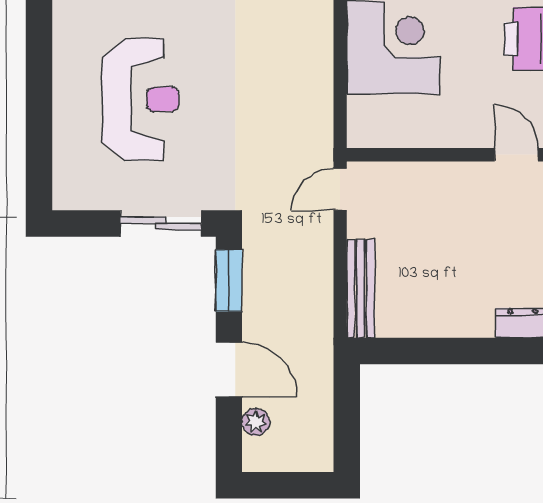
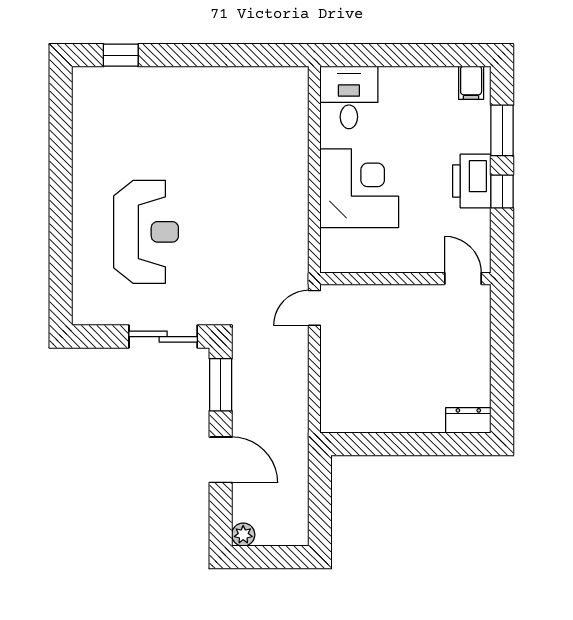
bench: (361, 289) -> (332, 391), removed
plant: (256, 422) -> (243, 535), moved

